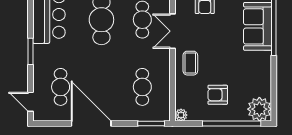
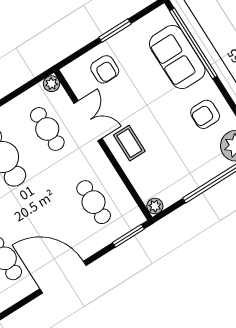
double door: (172, 31) -> (88, 121), swing flipped
armchair: (218, 95) -> (205, 114), moved

